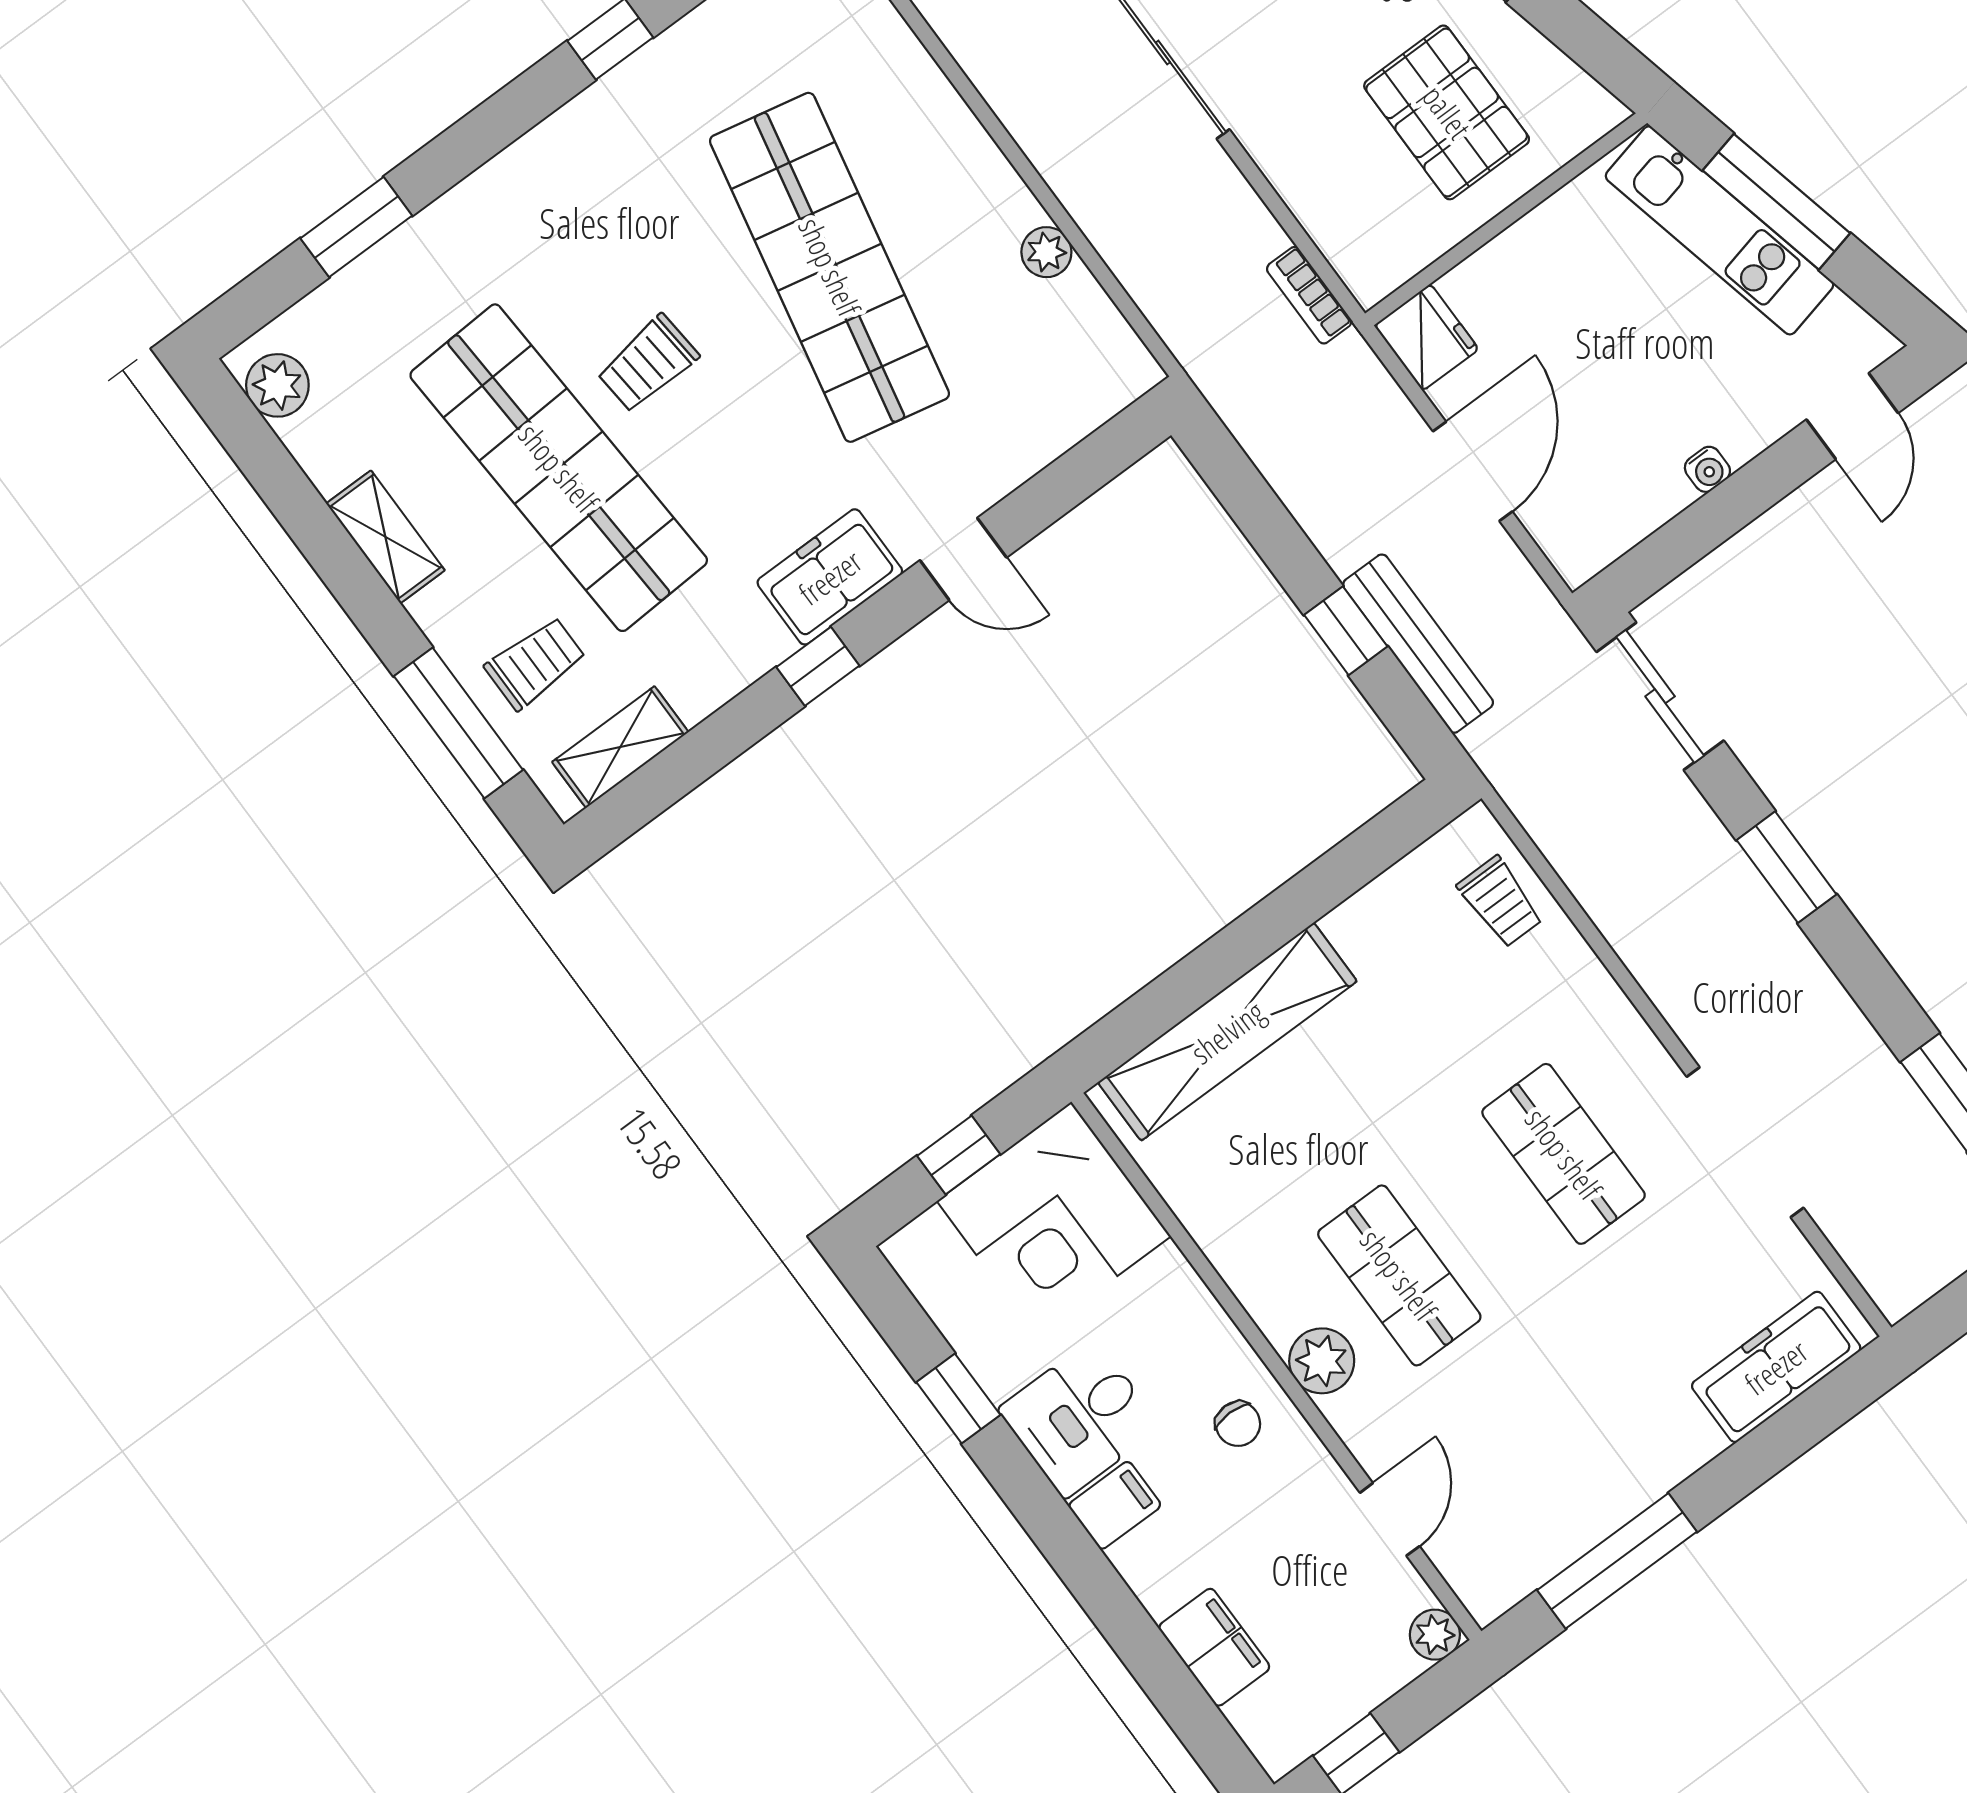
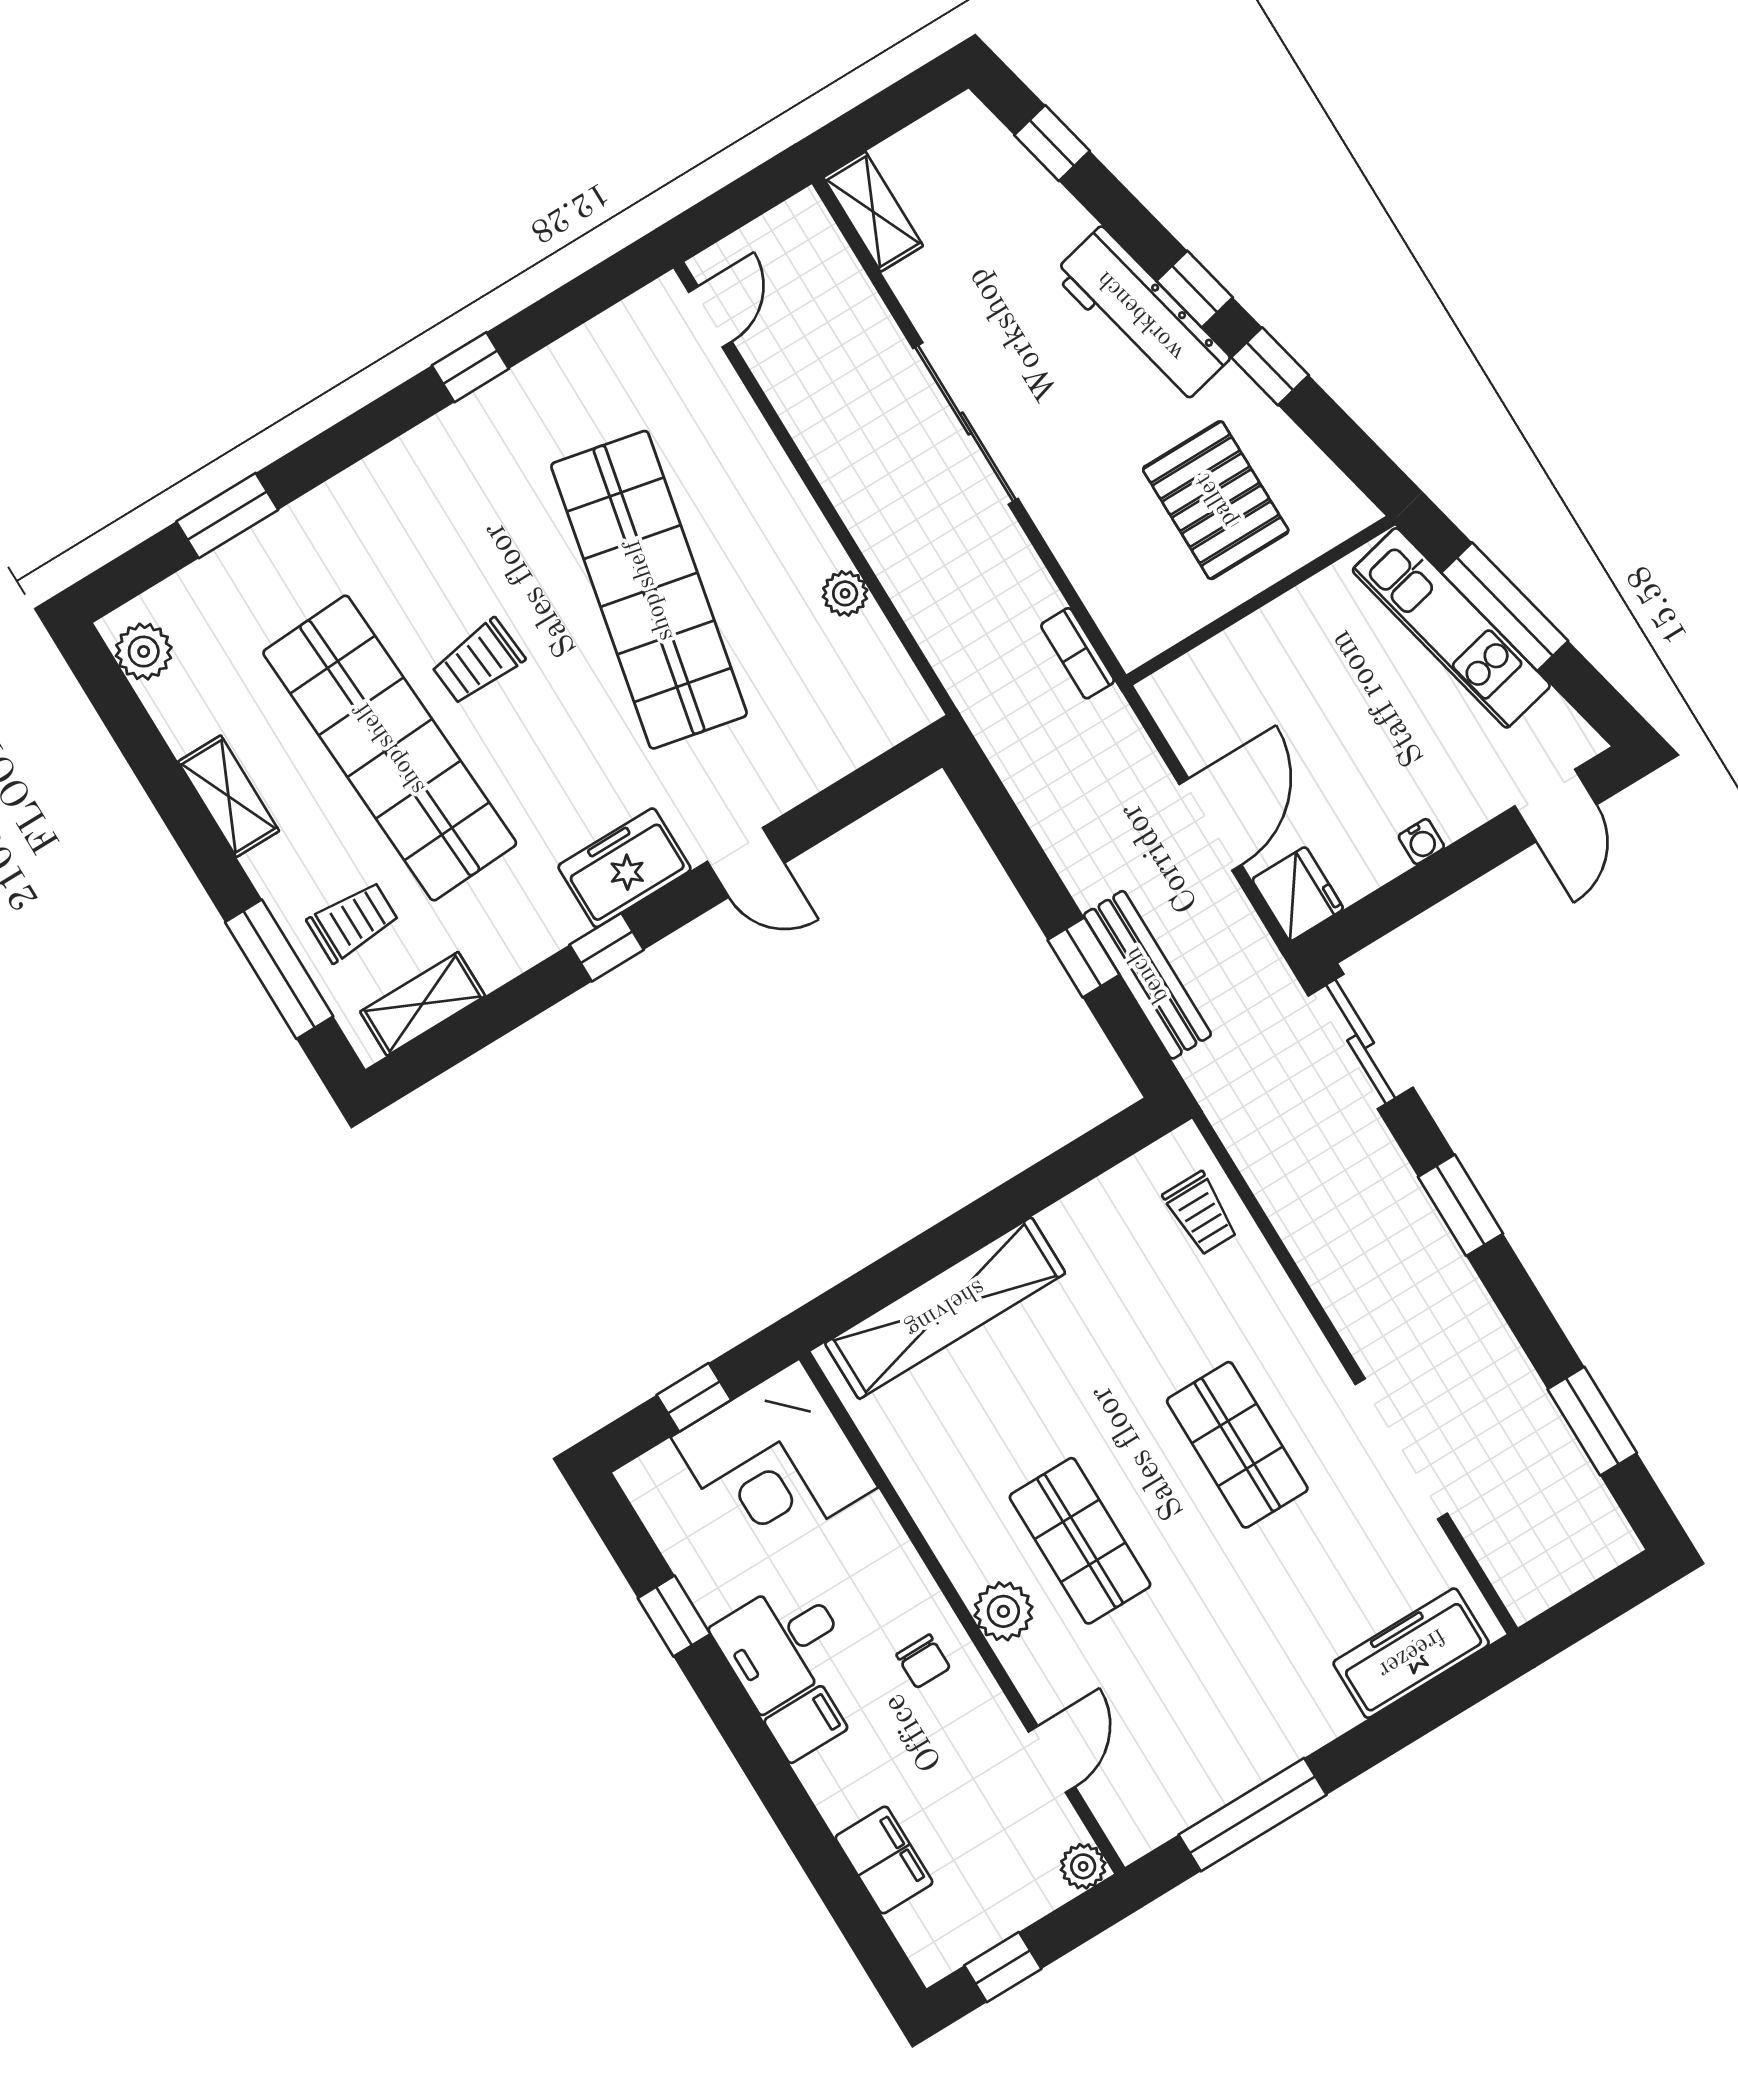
fridge: (1426, 337) -> (1298, 894), moved

